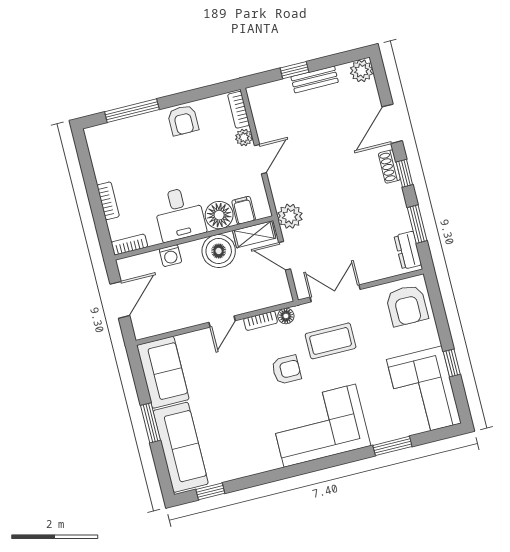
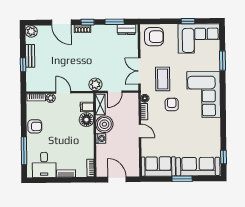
desk: (179, 214) -> (44, 165), moved, turned 90
washing machine: (170, 256) -> (101, 138), moved

